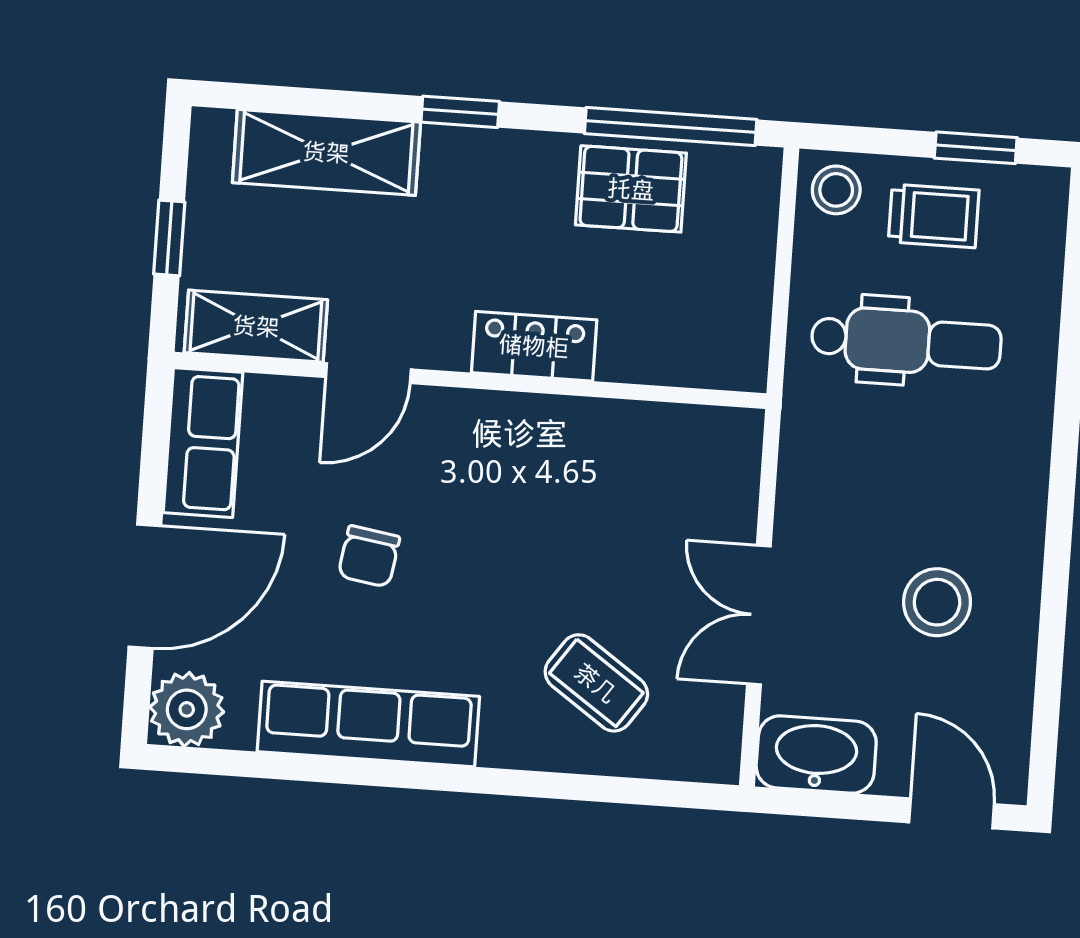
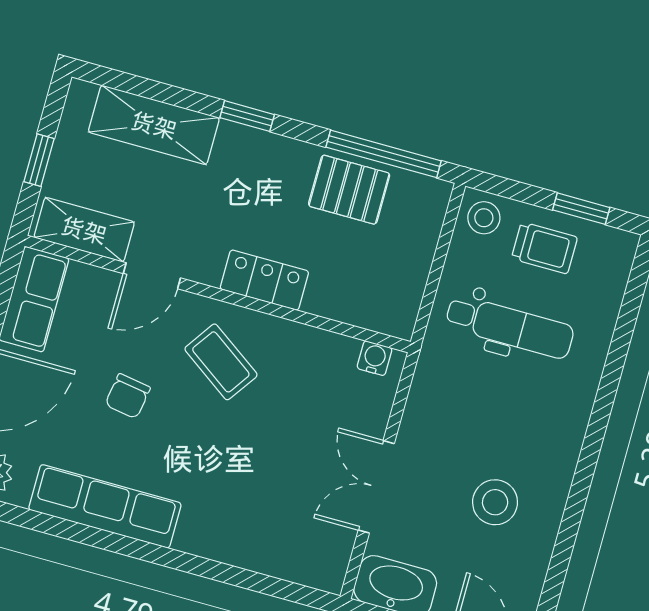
water cooler: (718, 428) -> (375, 358), added
coffee table: (596, 683) -> (221, 362), moved

